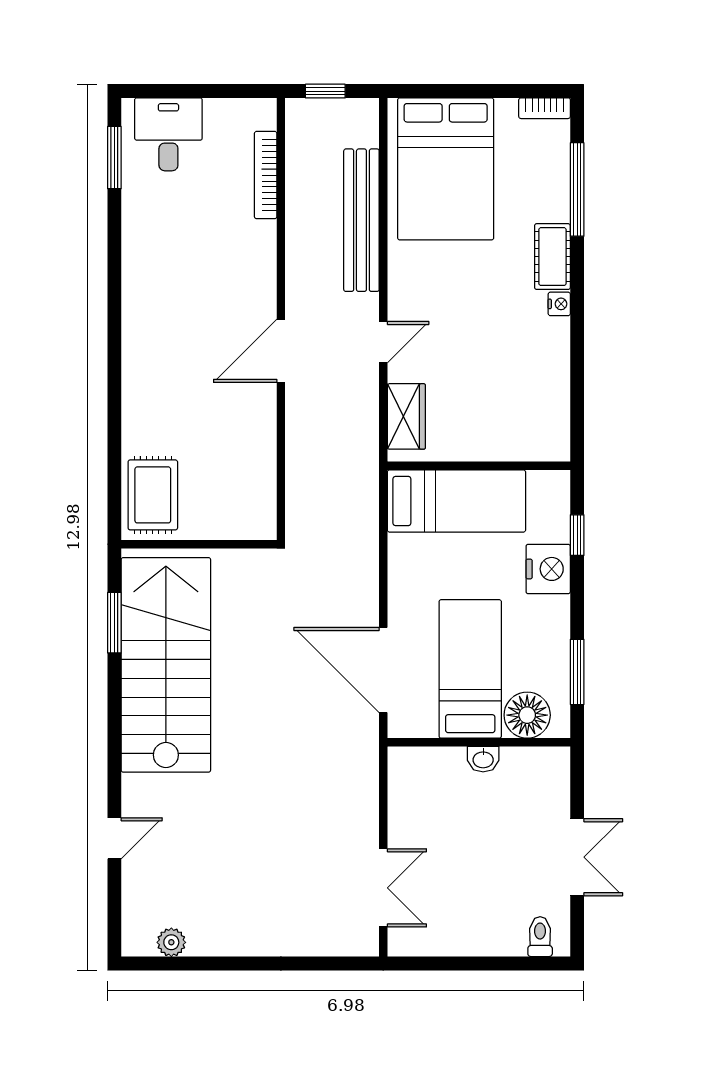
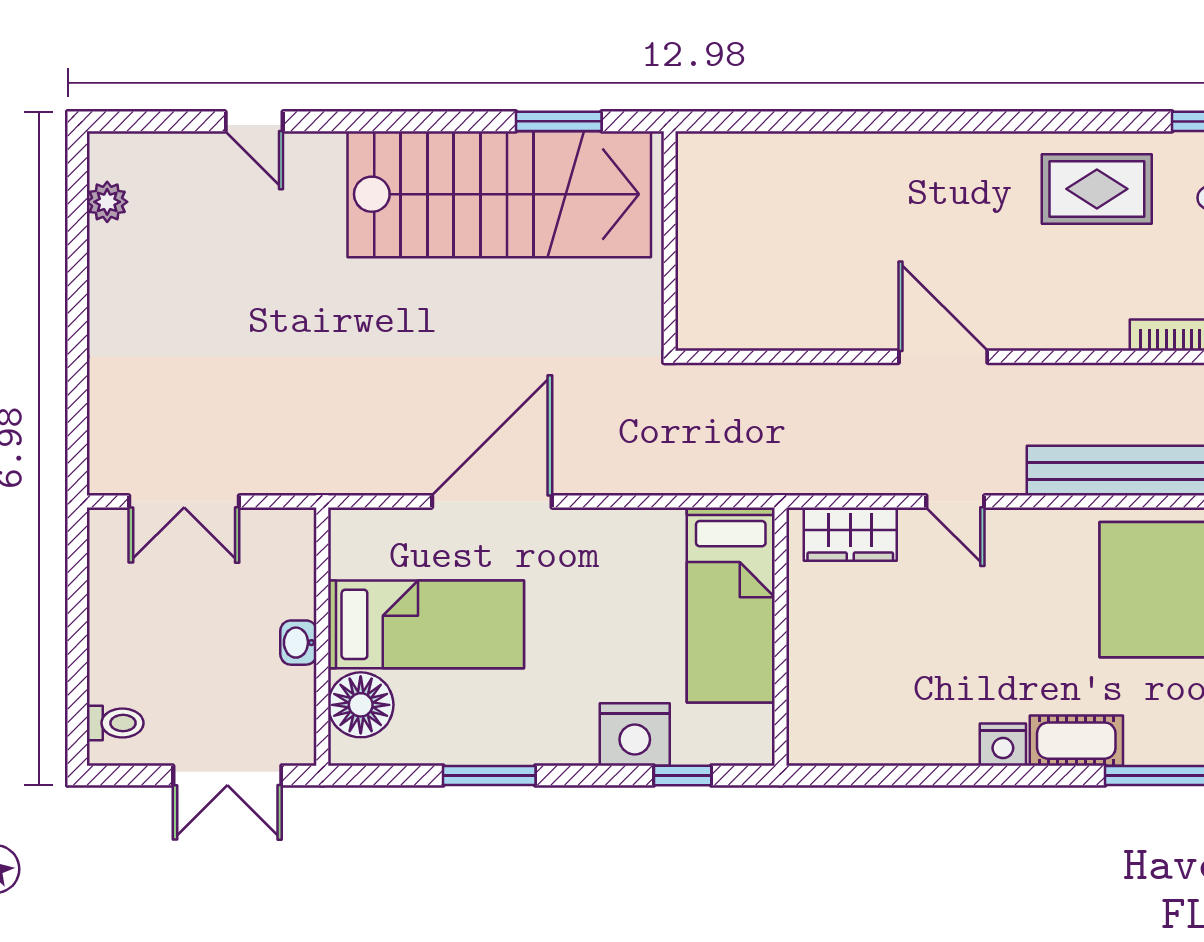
nightstand: (559, 304) -> (1003, 745), width x1.39, depth x1.35
rug: (153, 495) -> (1097, 189), moved
bed: (470, 669) -> (426, 624), moved
floor lamp: (527, 715) -> (361, 705), moved
wall: (479, 742) -> (322, 637), moved
washbasin: (483, 759) -> (298, 643), moved

